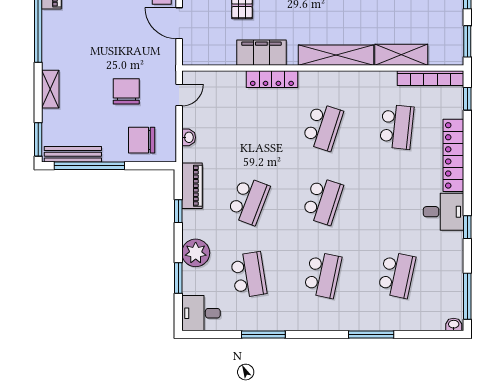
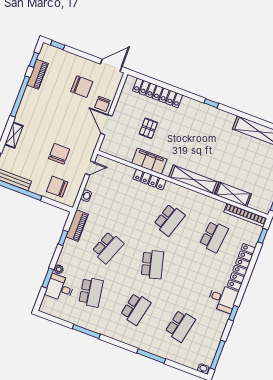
school desk: (323, 201) -> (152, 264), turned -33
plant: (196, 253) -> (59, 269), width x0.53, depth x0.53
desk: (201, 313) -> (60, 288), moved

